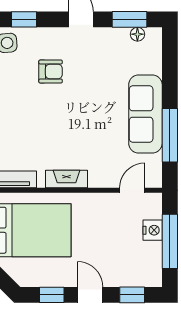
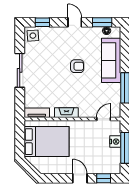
armchair: (51, 71) -> (77, 66), moved
sofa: (145, 114) -> (111, 60), moved
window: (52, 295) -> (58, 178), removed

